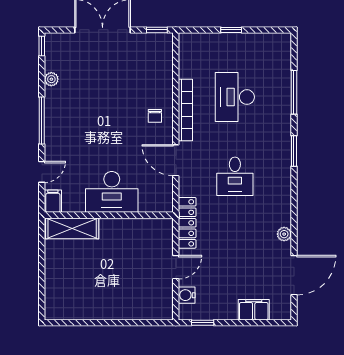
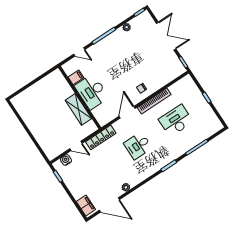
filing cabinet: (53, 201) -> (76, 77), moved
shelving: (72, 228) -> (78, 109), moved
filing cabinet: (254, 310) -> (86, 205), moved

